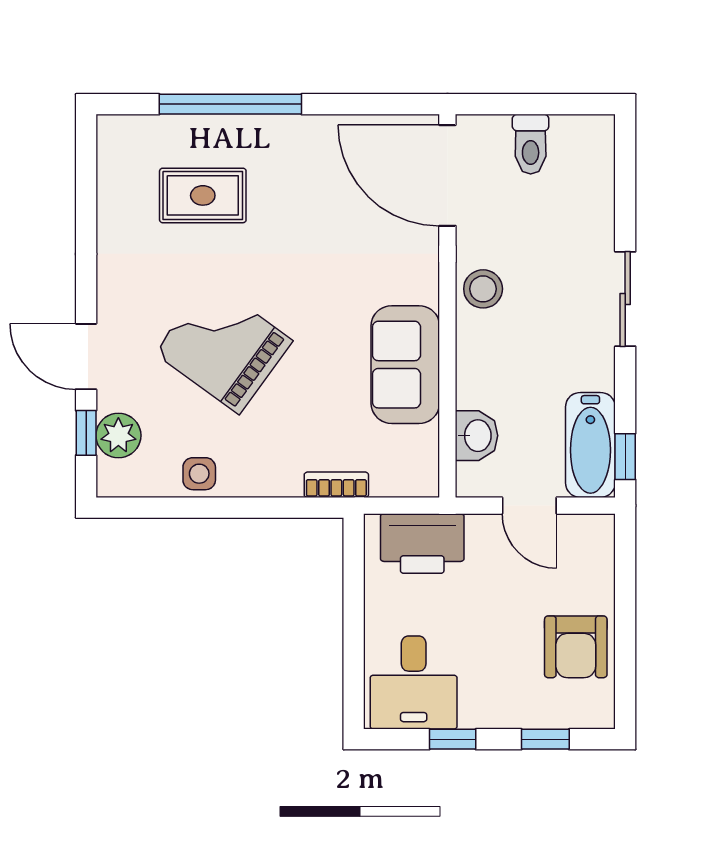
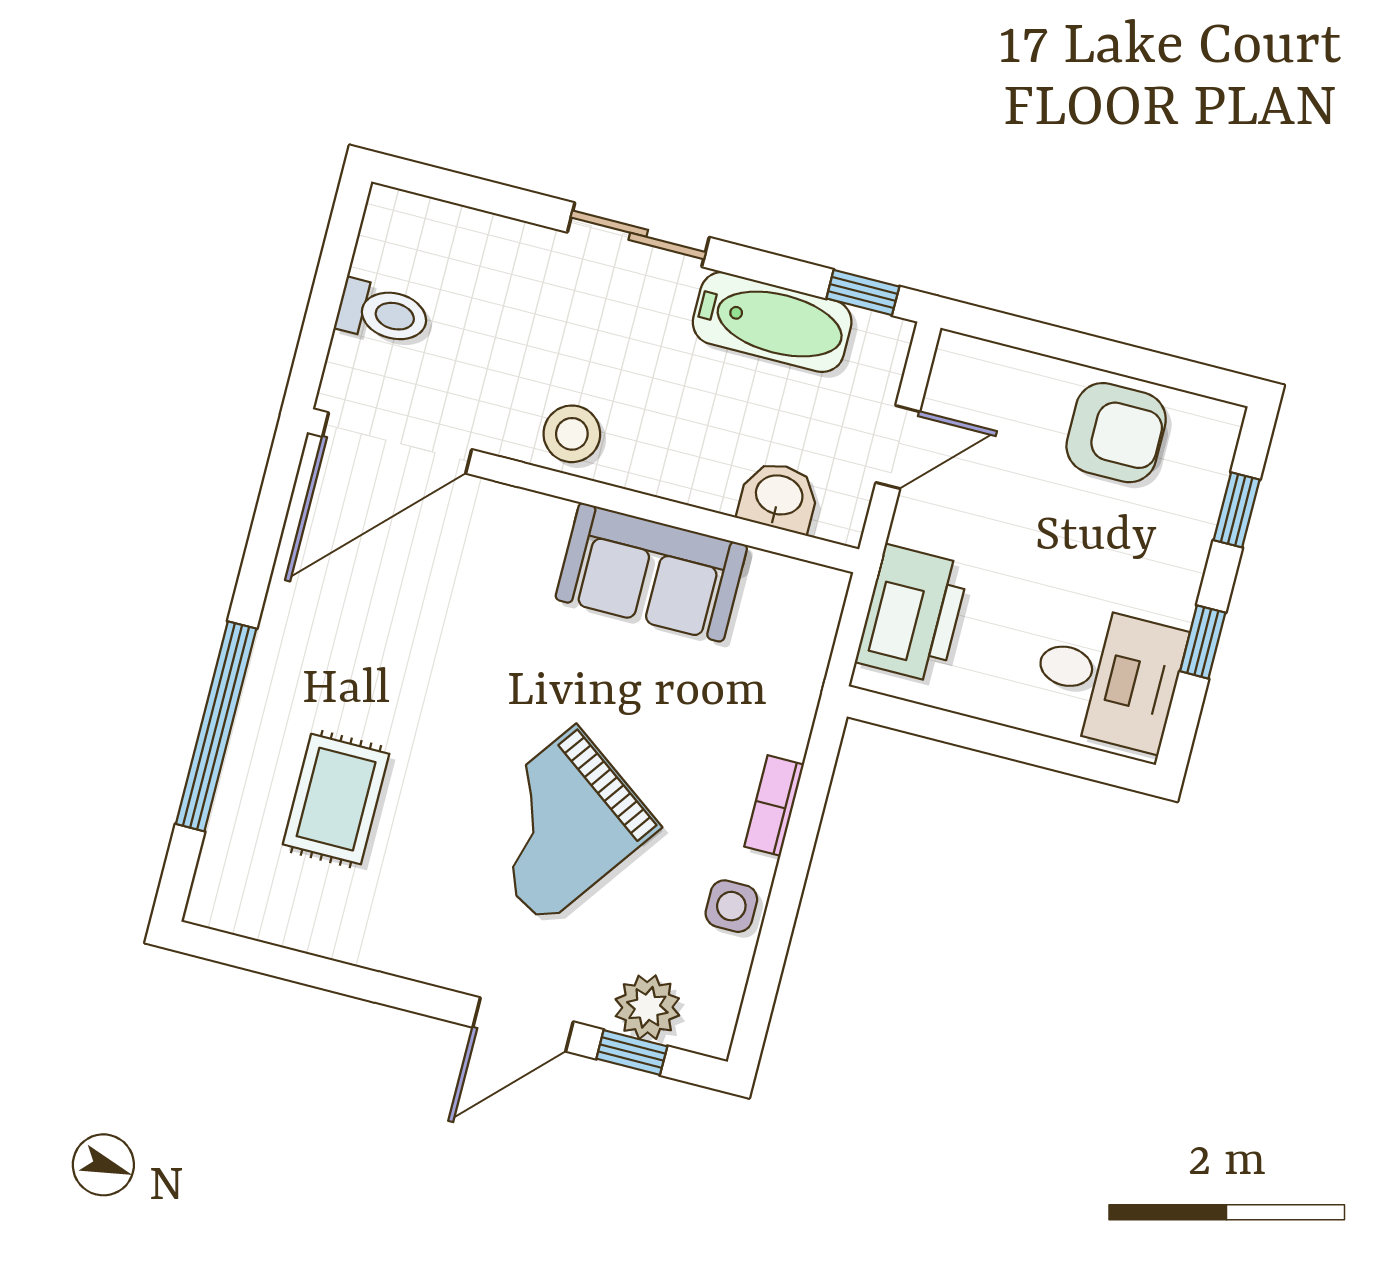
bathtub: (590, 445) -> (772, 322), moved
bookcase: (336, 485) -> (774, 806), moved

